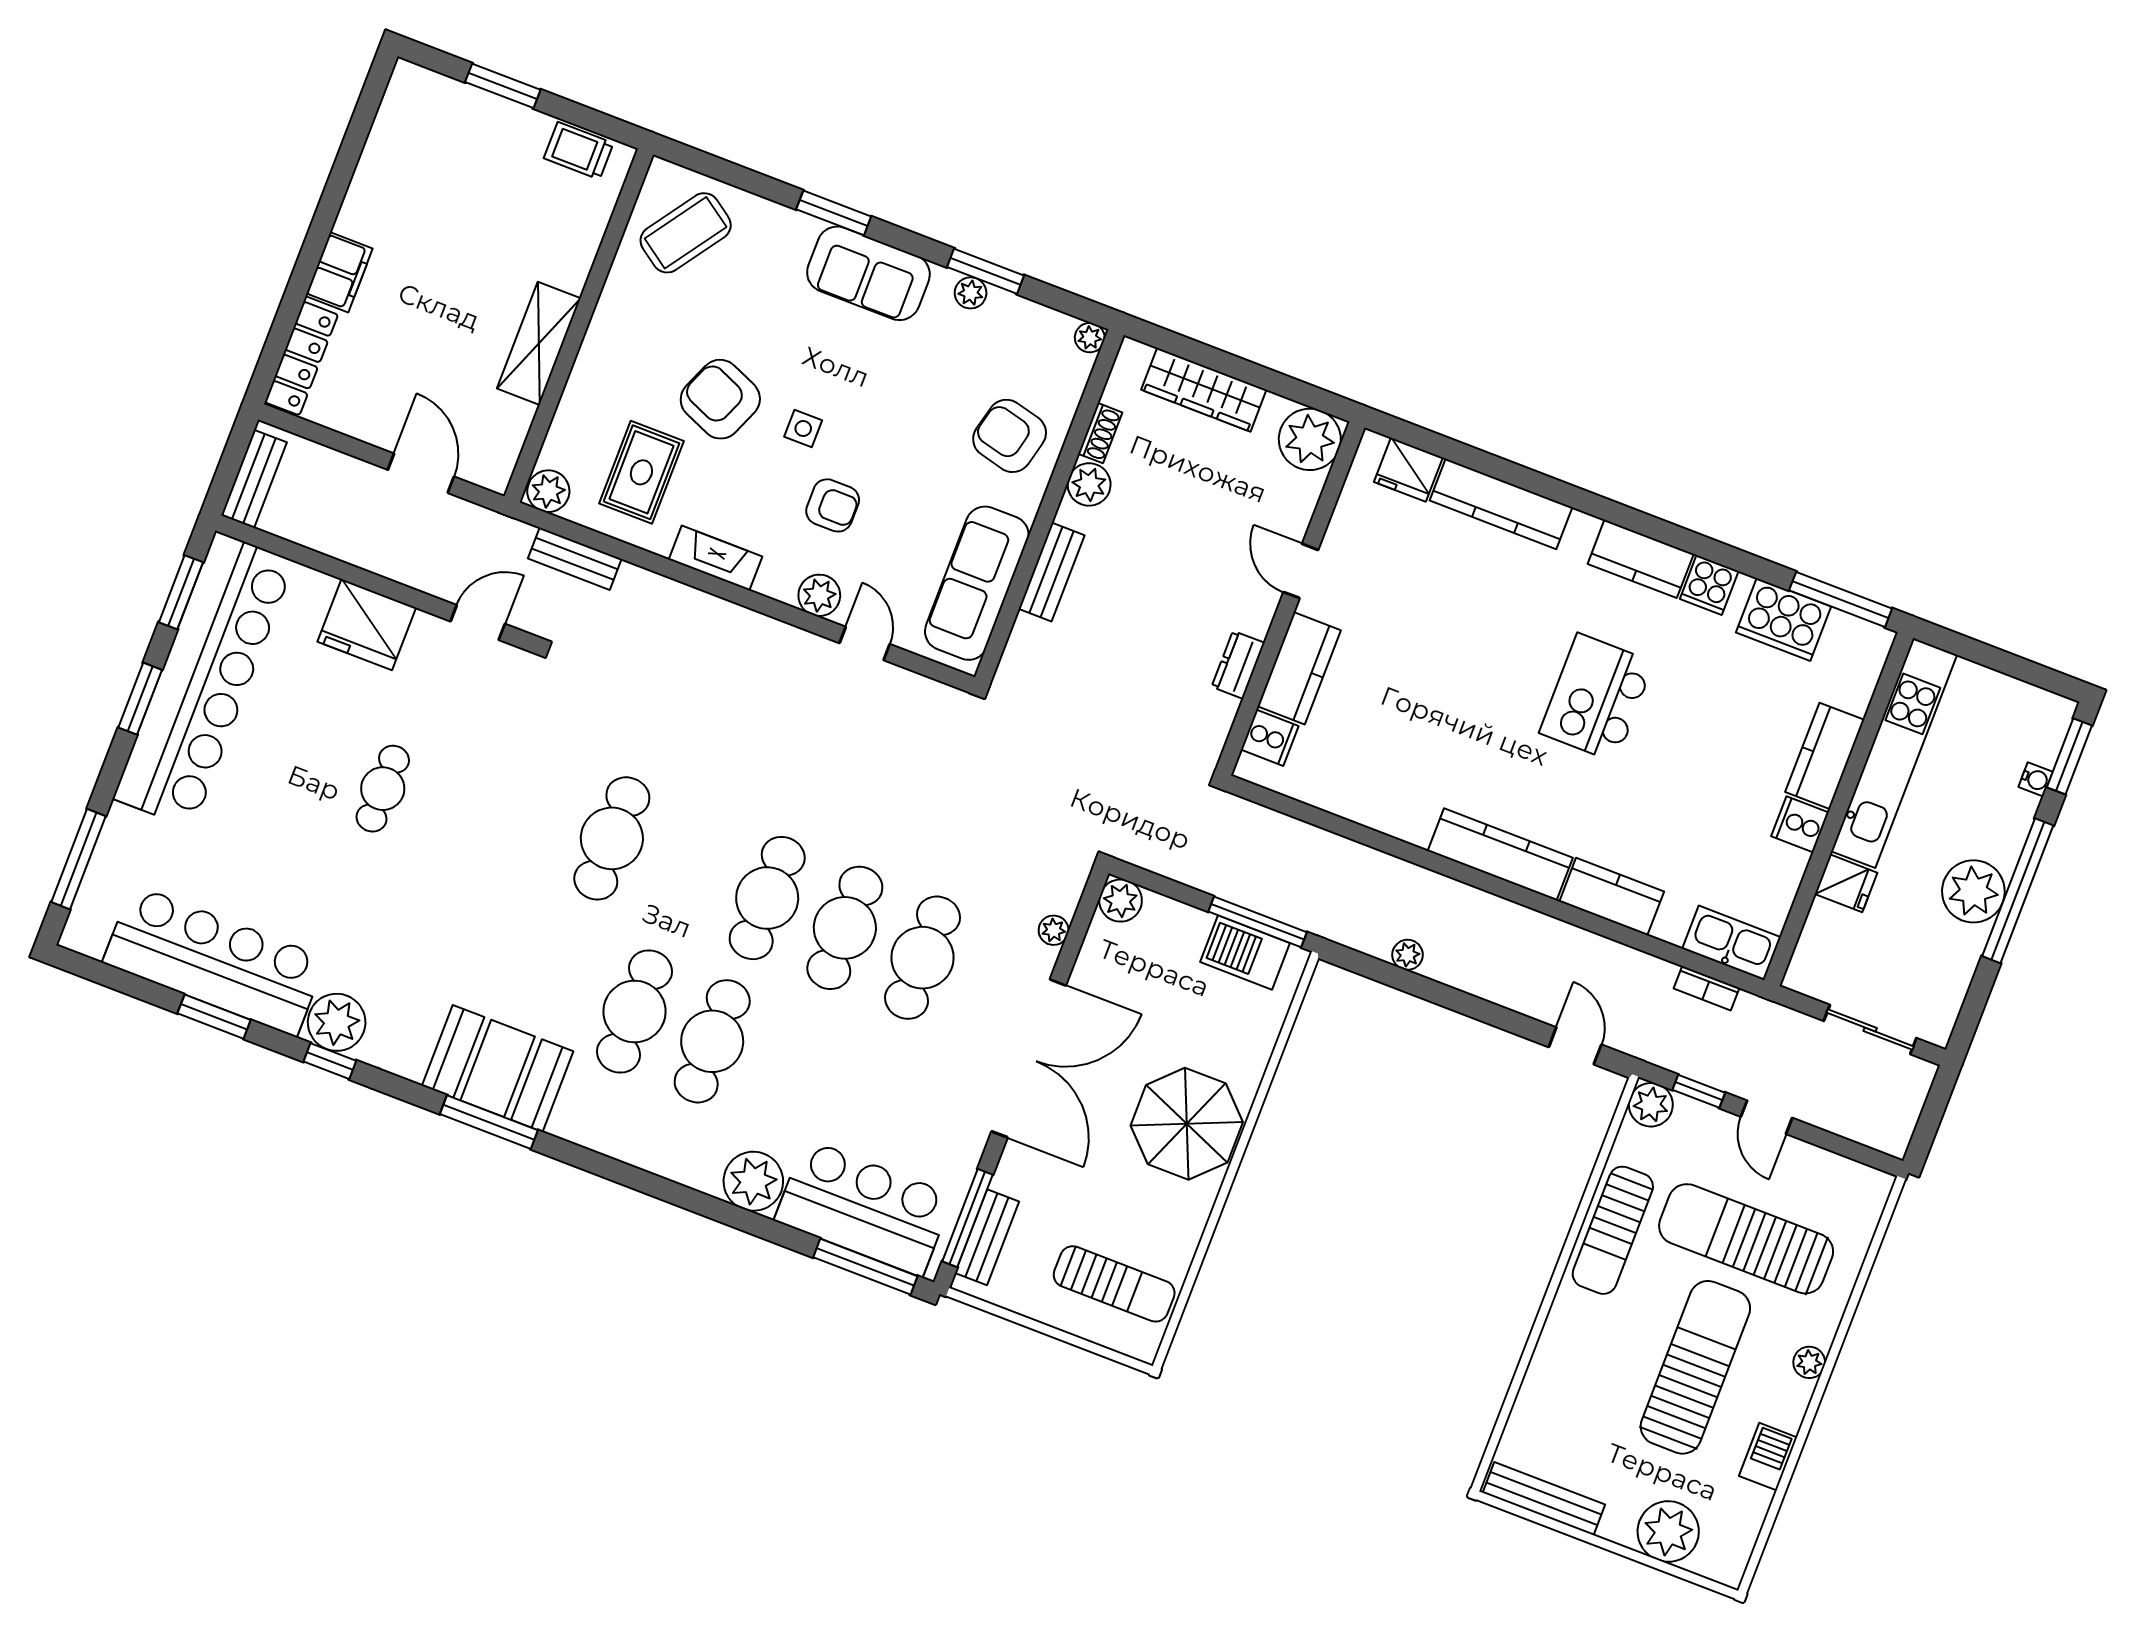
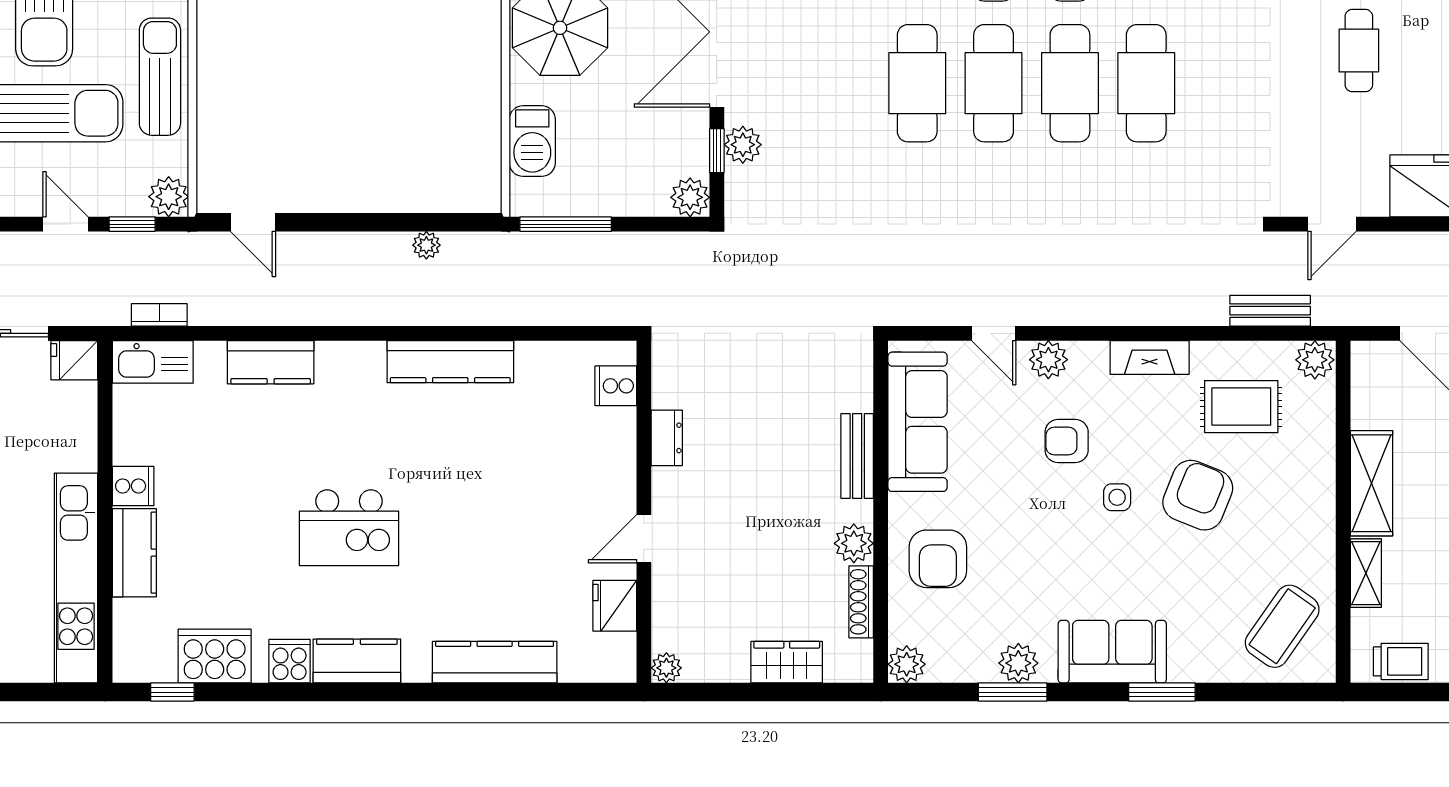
shelving: (580, 254) -> (1366, 573), added
plant: (971, 293) -> (1018, 663), width x1.38, depth x1.38
plant: (1090, 338) -> (907, 664), width x1.38, depth x1.38
wardrobe: (1204, 390) -> (787, 662), width x0.67
armchair: (720, 399) -> (1198, 495), turned -91
shoe rack: (1100, 433) -> (861, 602), width x1.43
armchair: (1010, 436) -> (938, 559), turned 76
plant: (1310, 439) -> (666, 668), width x0.53, depth x0.53
fridge: (1408, 470) -> (615, 606), moved, turned -90
rug: (641, 472) -> (1241, 407), turned 90
door: (1301, 571) -> (644, 539), swing flipped
window: (1841, 599) -> (172, 692), width x0.46
kitchen counter: (1299, 668) -> (613, 455), removed
kitchen island: (1597, 698) -> (349, 528), turned 90
kitchen counter: (1500, 854) -> (450, 362), moved
fridge: (1846, 883) -> (74, 360), moved
plant: (1054, 930) -> (743, 145), width x1.38, depth x1.38
window: (1075, 938) -> (717, 151), added
barbecue: (1245, 953) -> (532, 141), moved, turned 90
cafe table: (923, 958) -> (1070, 83), moved

